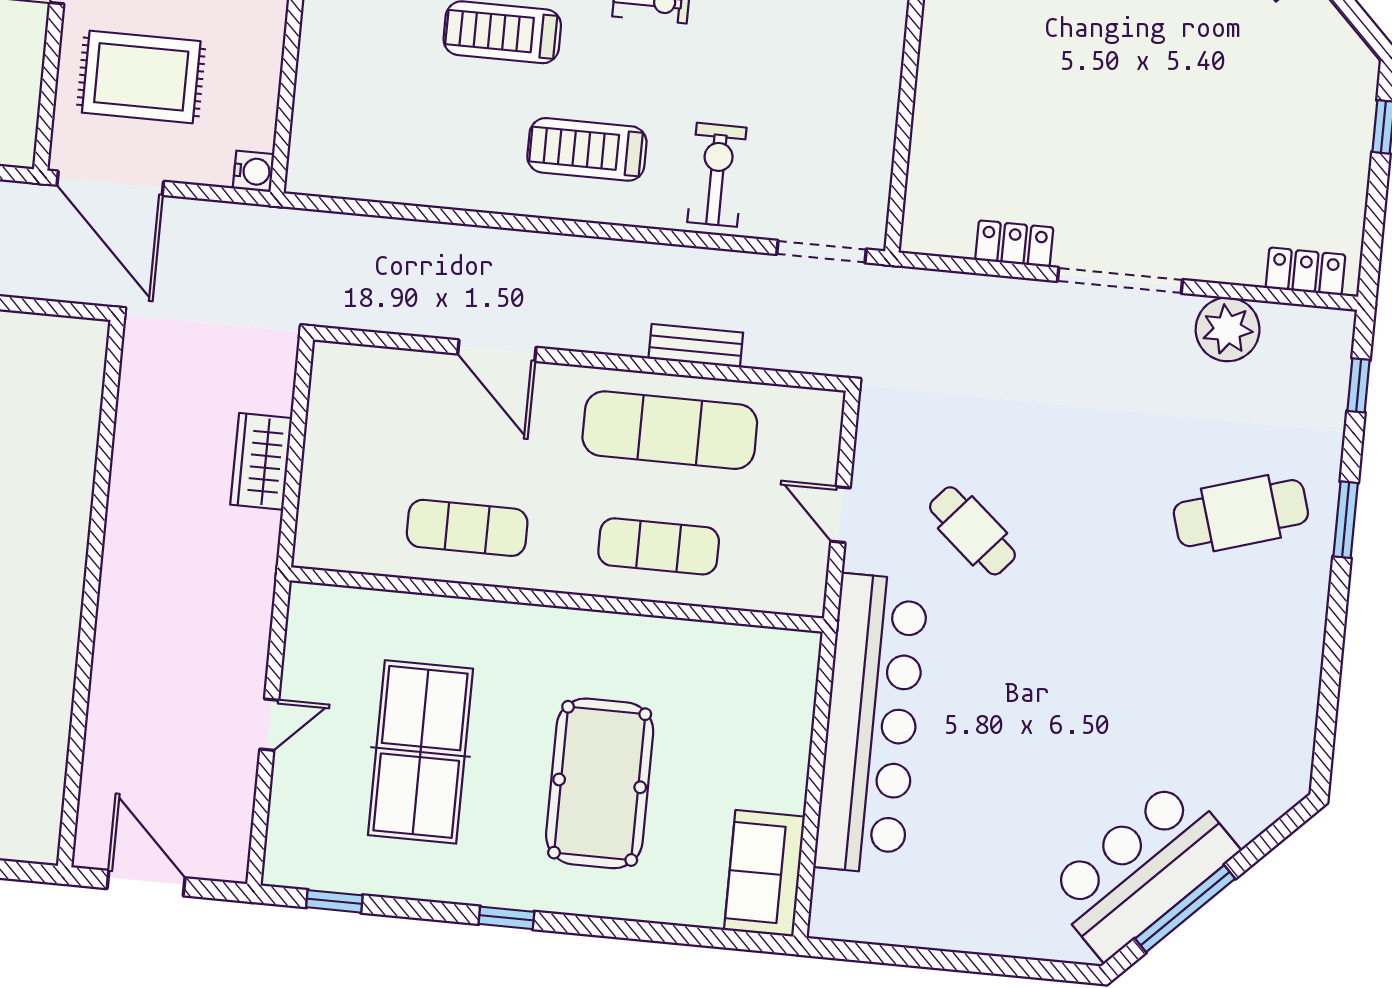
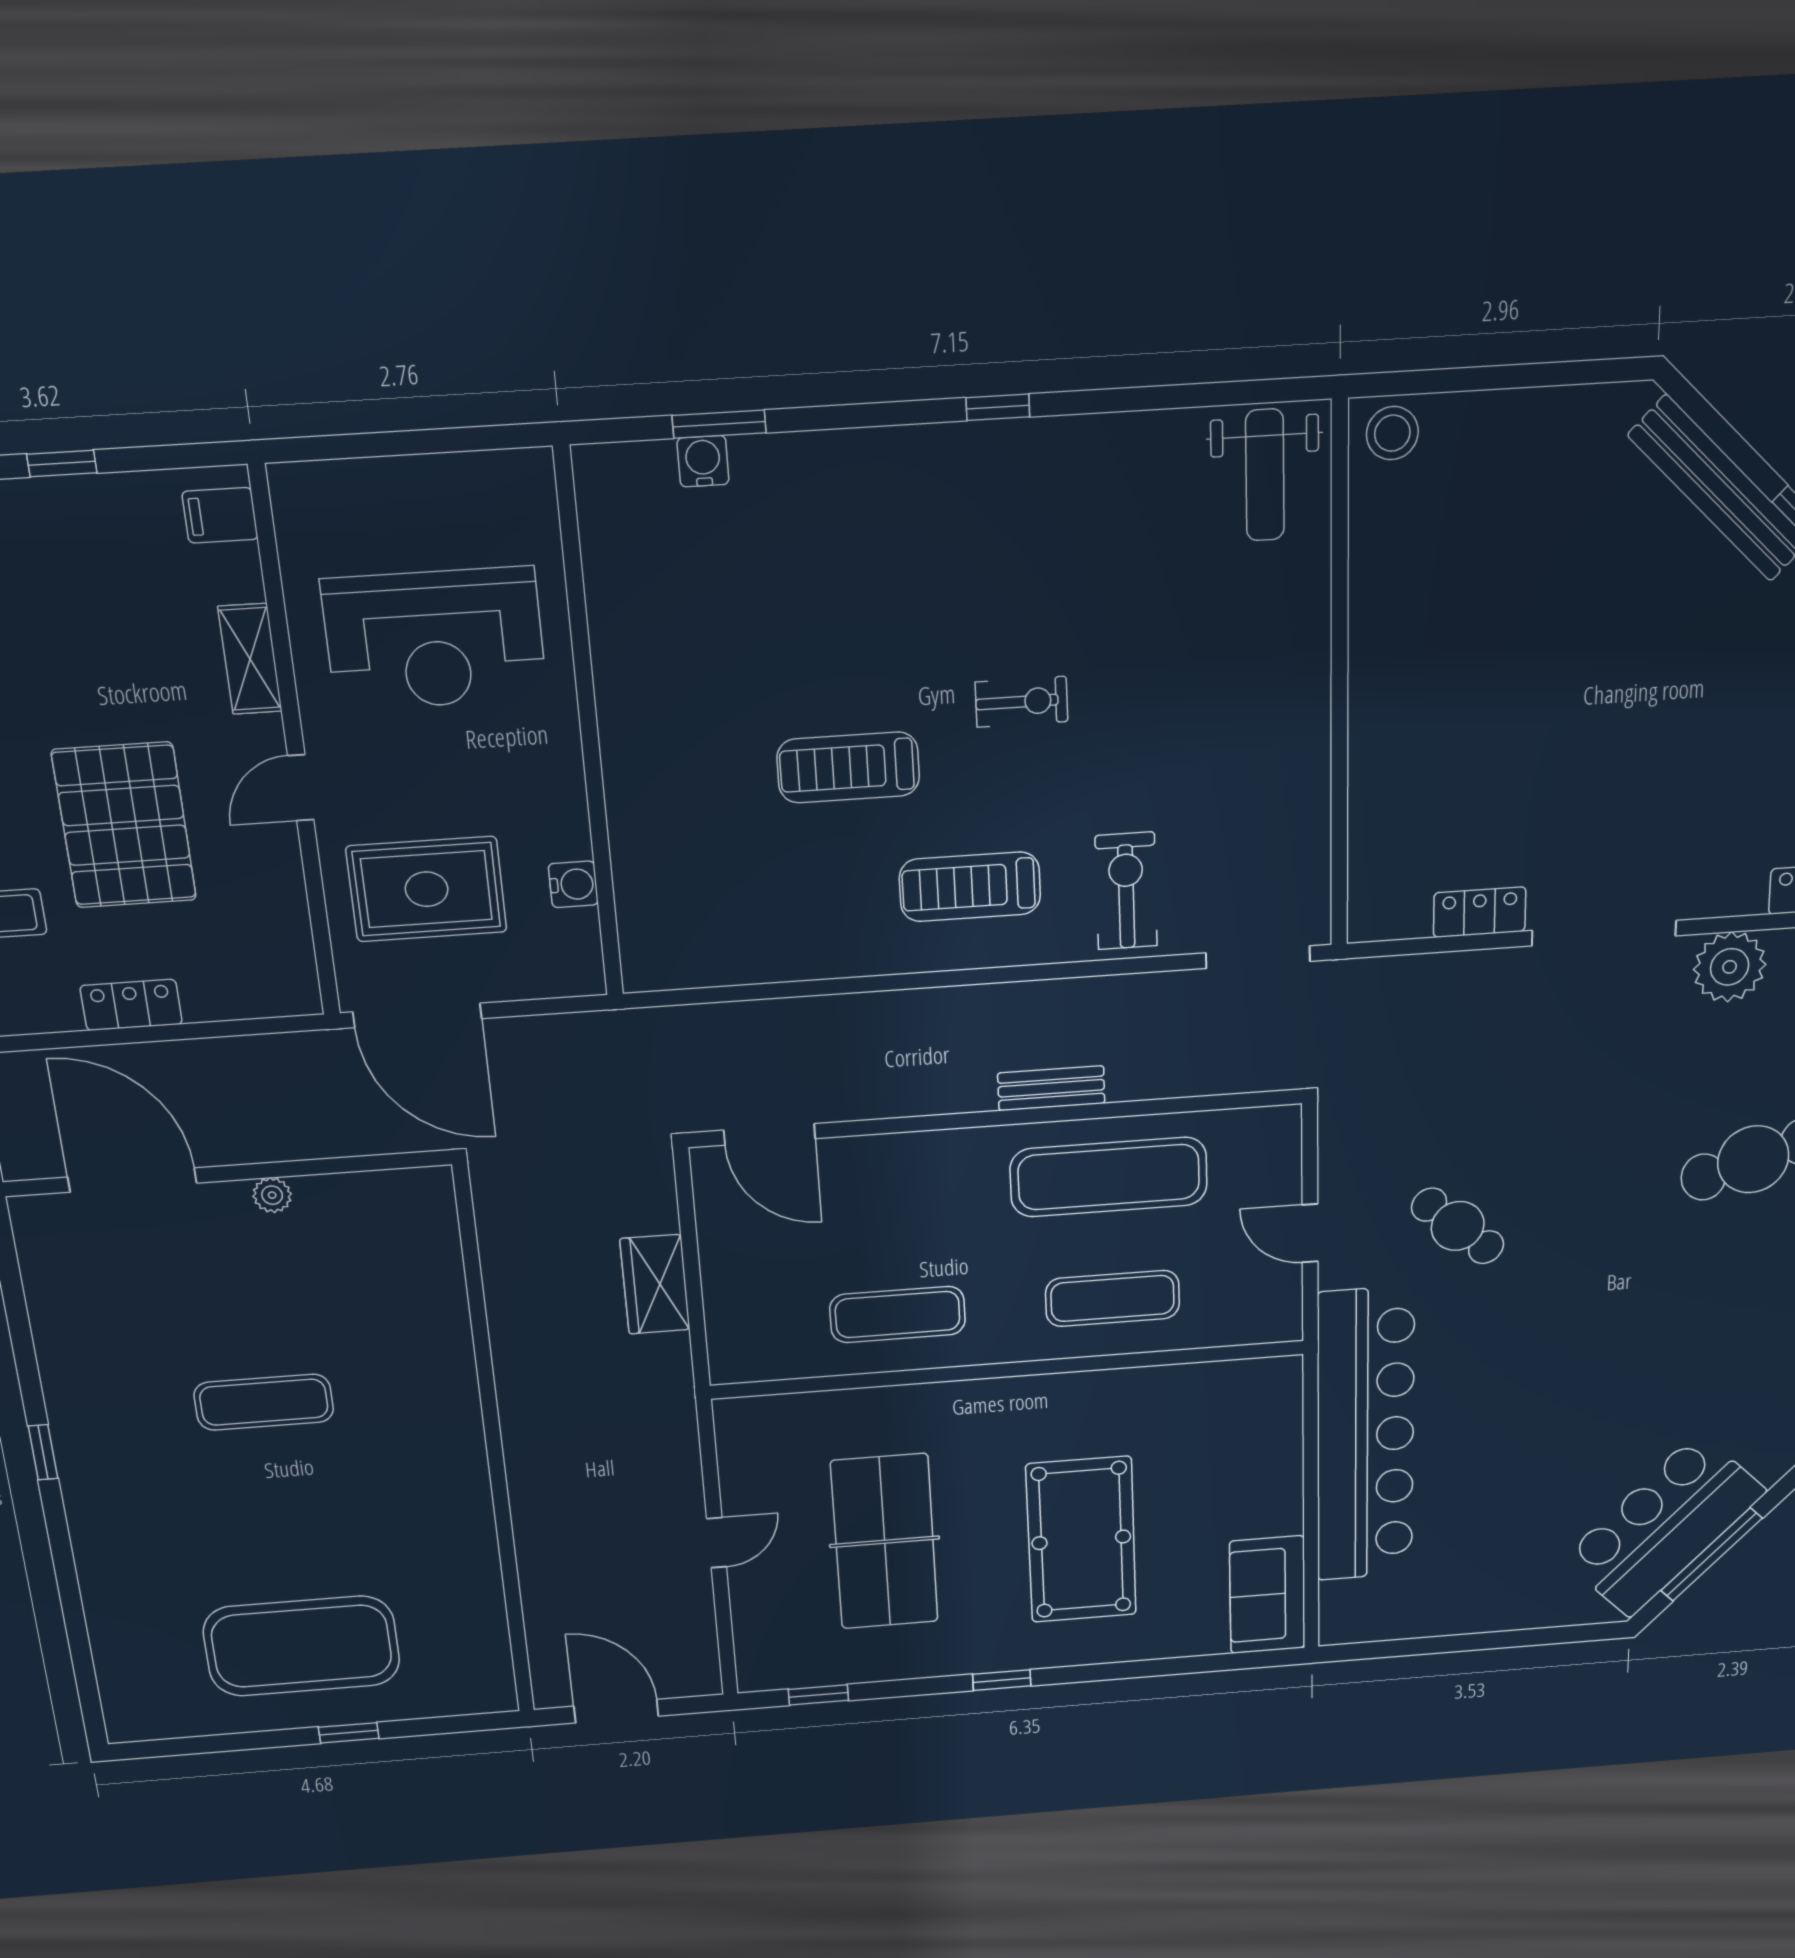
water cooler: (253, 171) -> (573, 884), moved
bench: (696, 346) -> (1051, 1088), moved
door: (497, 351) -> (770, 1134), moved

